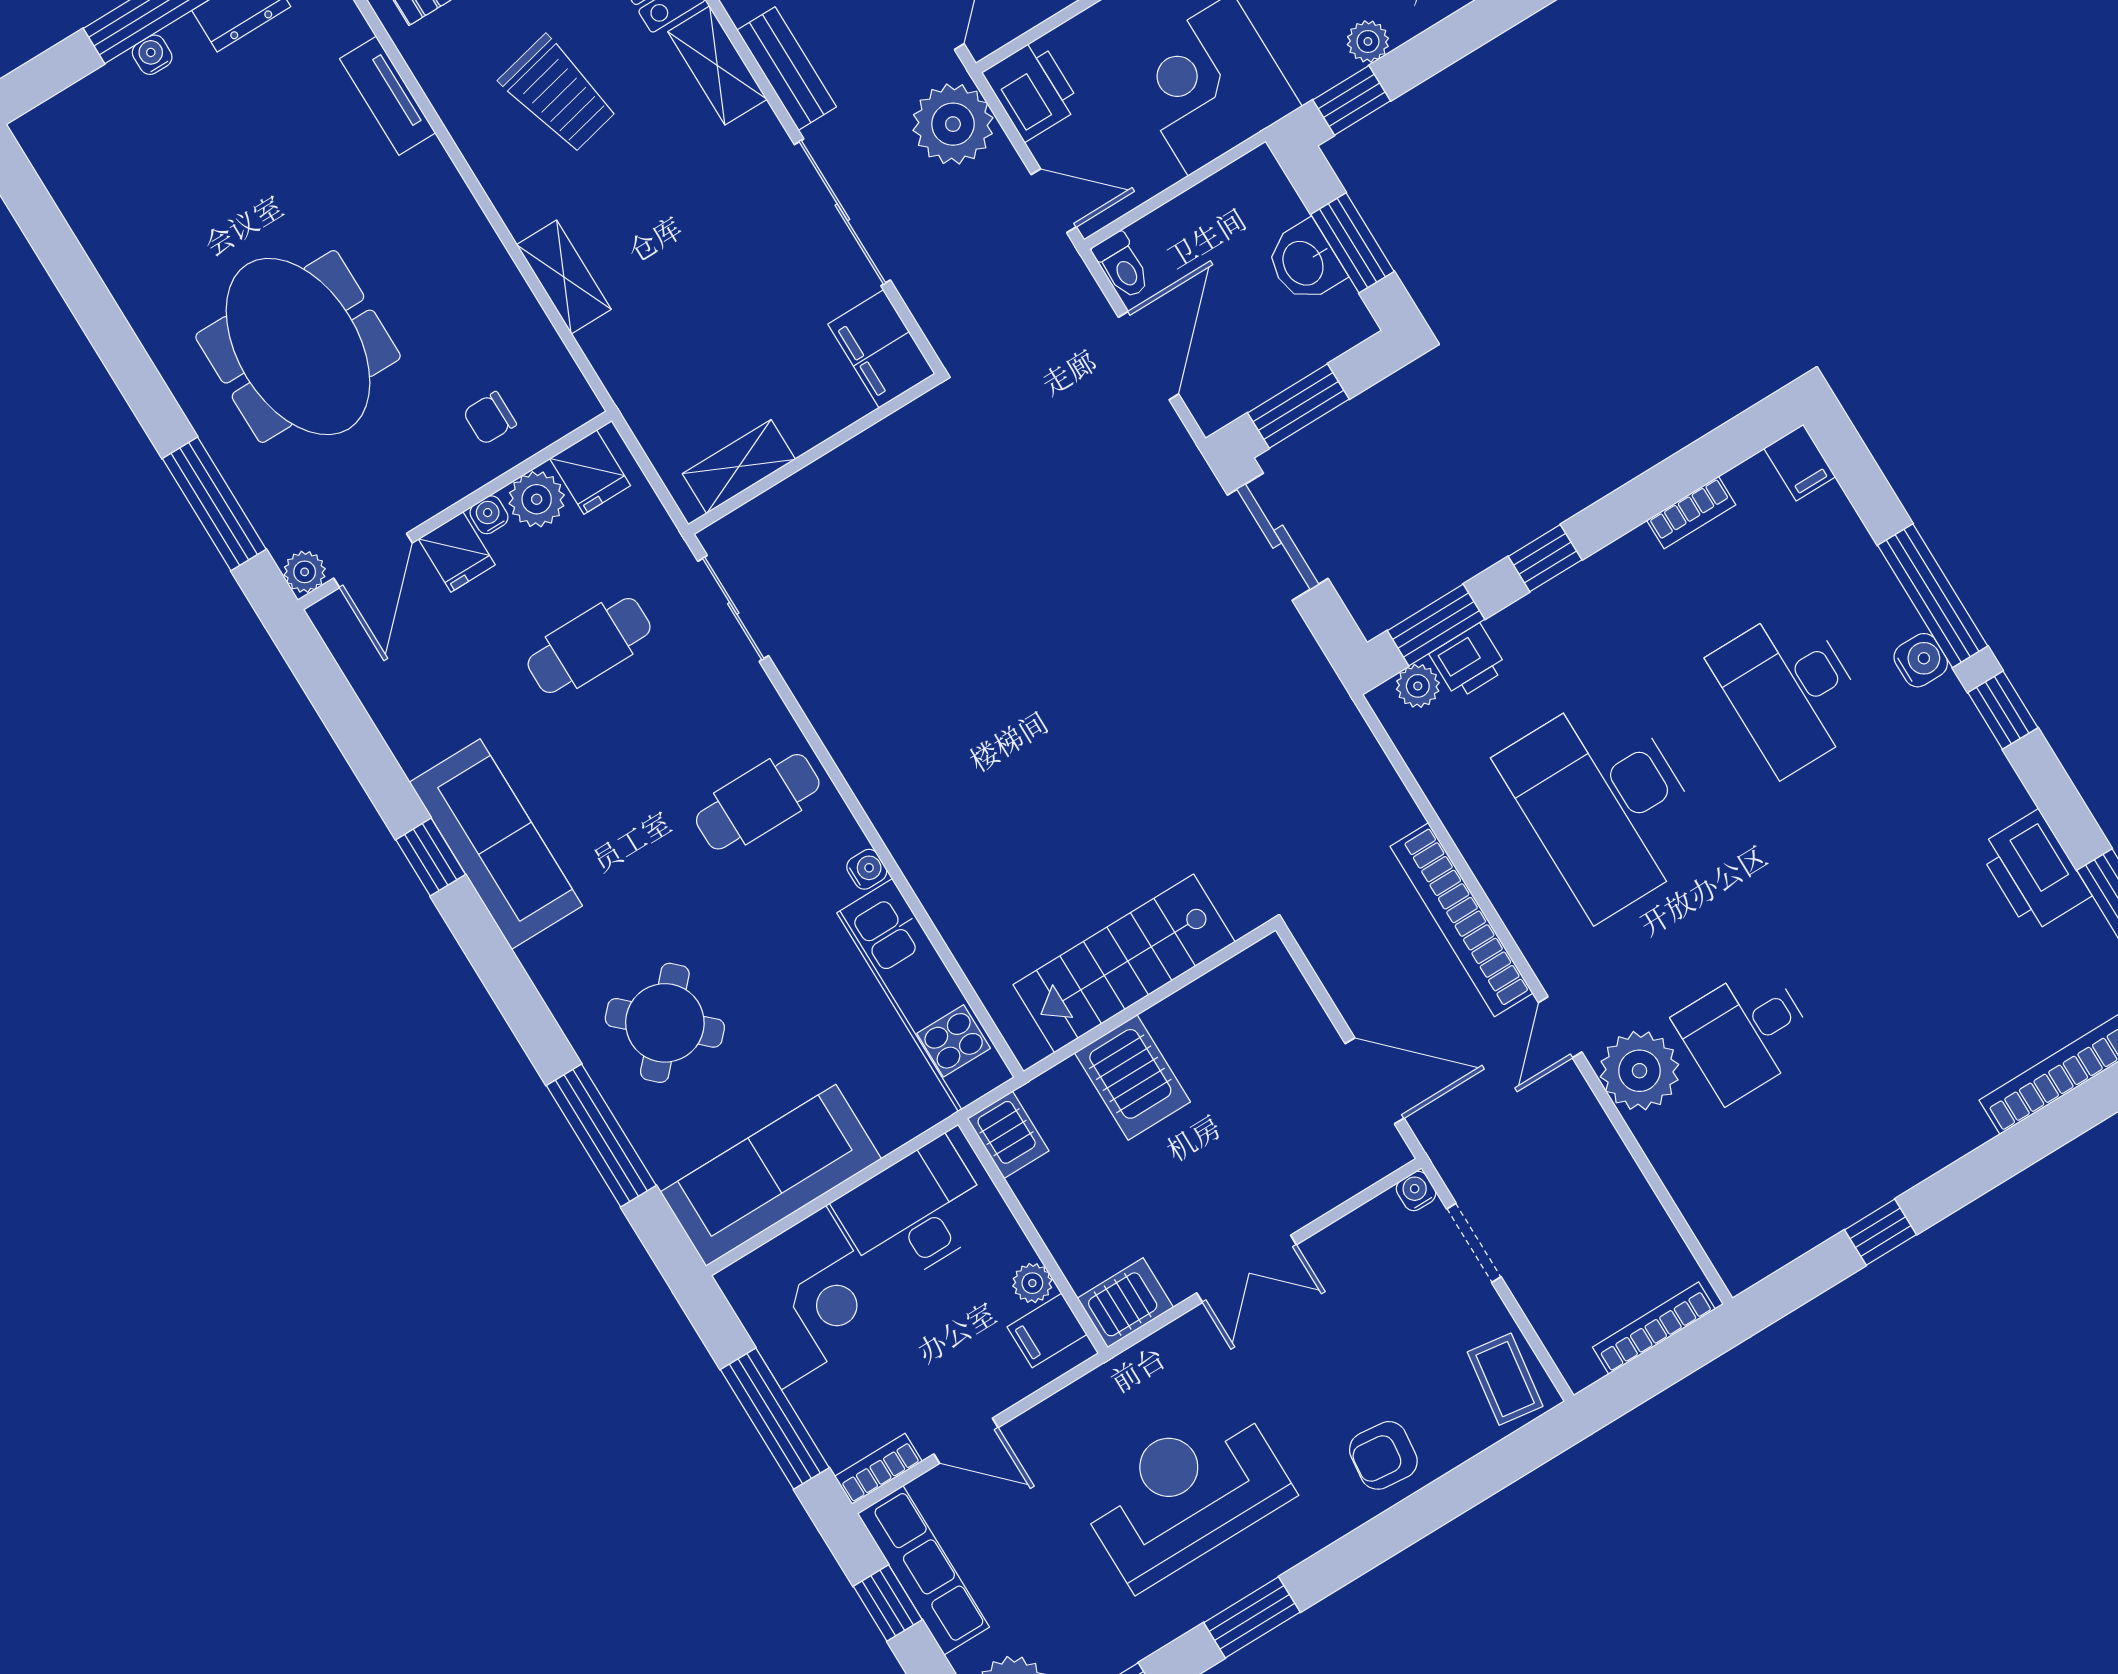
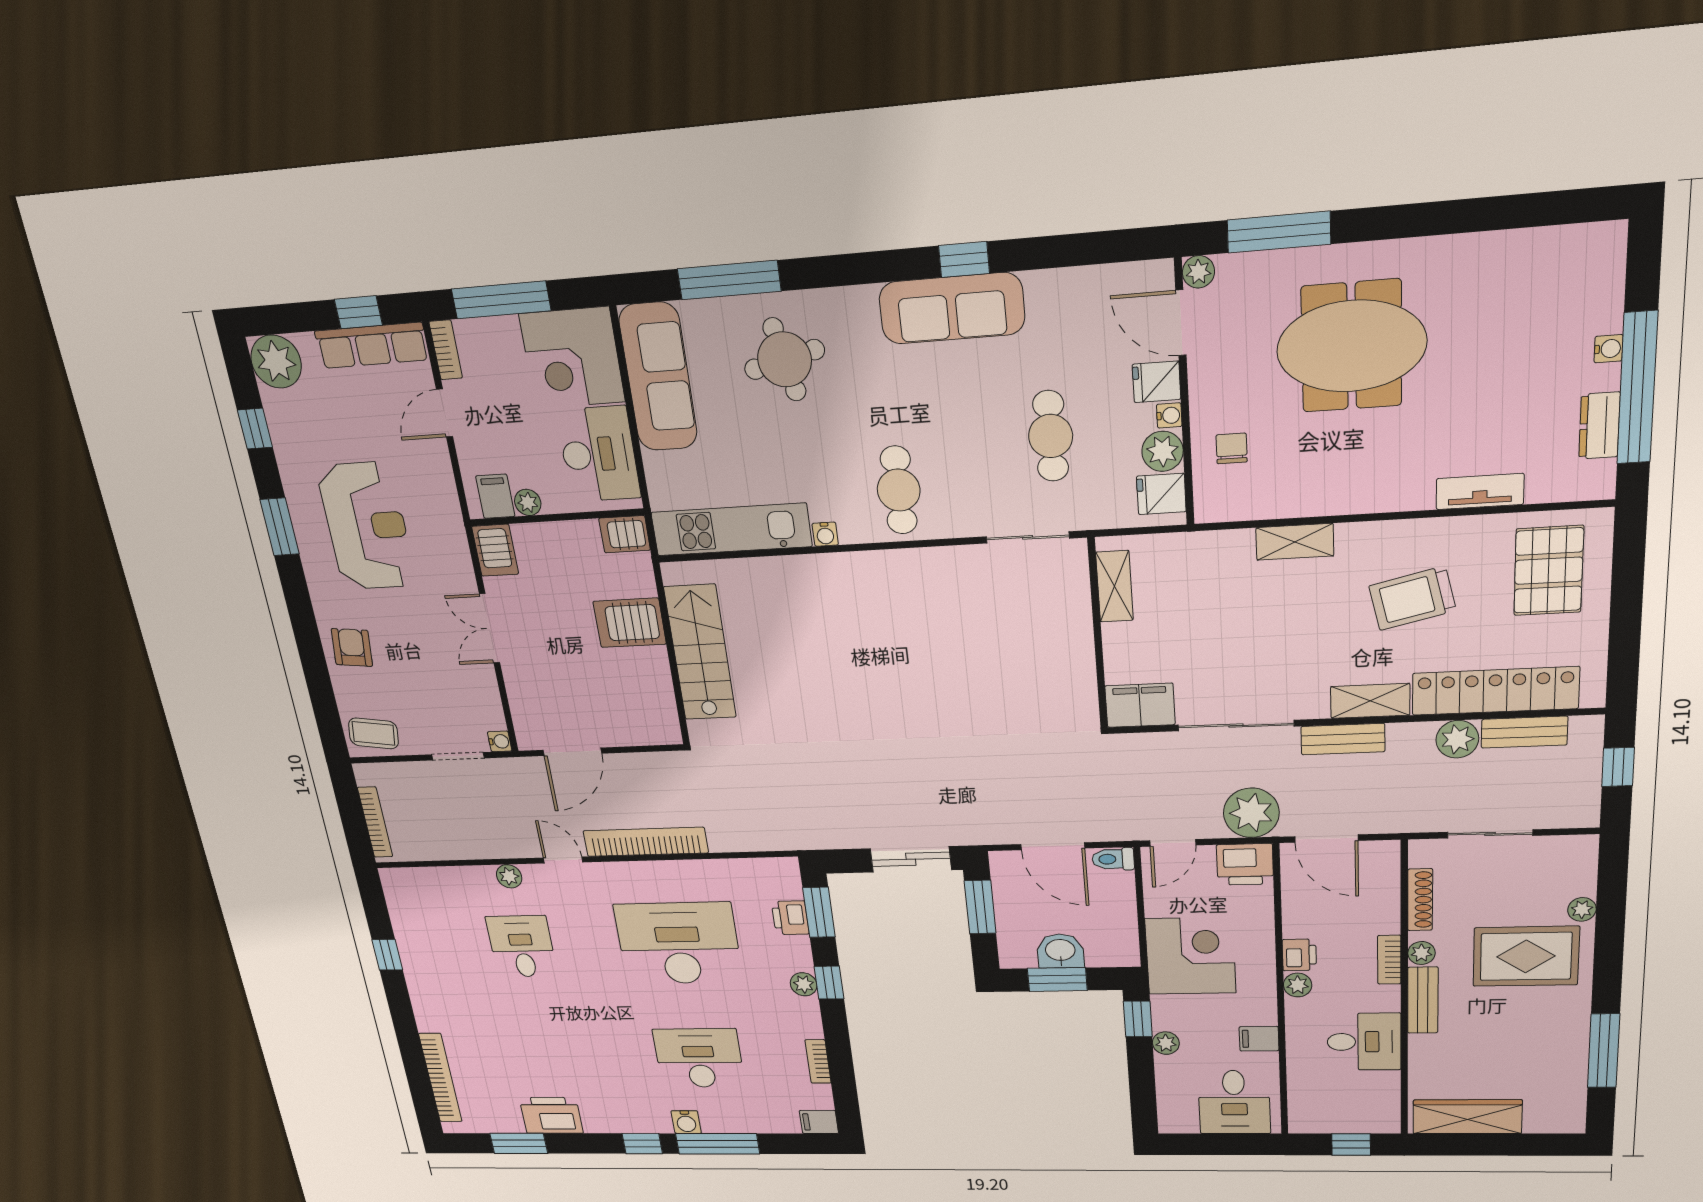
plant: (1418, 686) -> (804, 984), moved
round table: (665, 1023) -> (785, 359), turned 34
plant: (1639, 1071) -> (509, 876), width x0.53, depth x0.53

